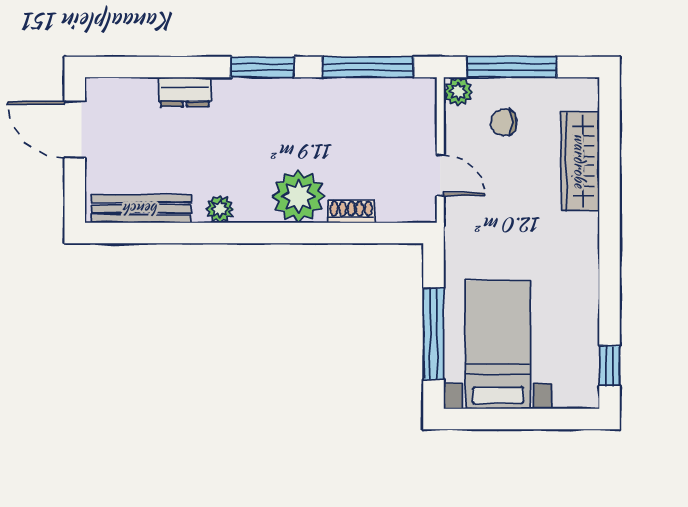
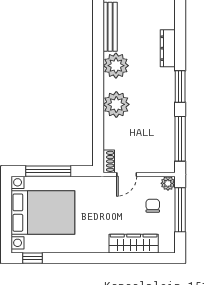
dresser: (185, 92) -> (168, 48), width x1.44
plant: (220, 209) -> (116, 66), width x1.87, depth x1.87
shoe rack: (351, 211) -> (109, 161), moved
bed with nightstands: (498, 345) -> (43, 213), width x1.36

